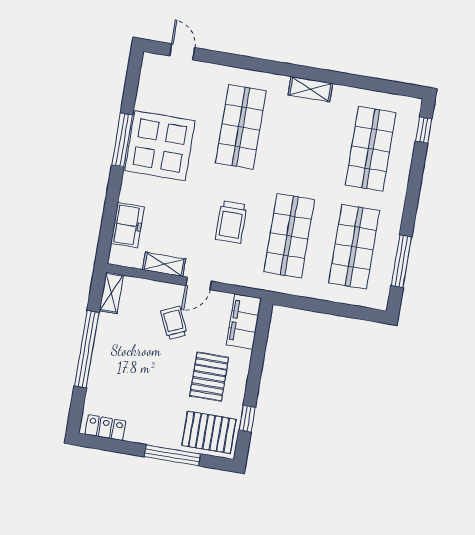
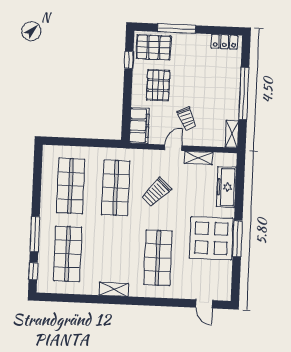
trolley: (231, 222) -> (156, 192), turned -137
freezer: (128, 225) -> (226, 187), width x1.40
window: (401, 261) -> (35, 234), moved

